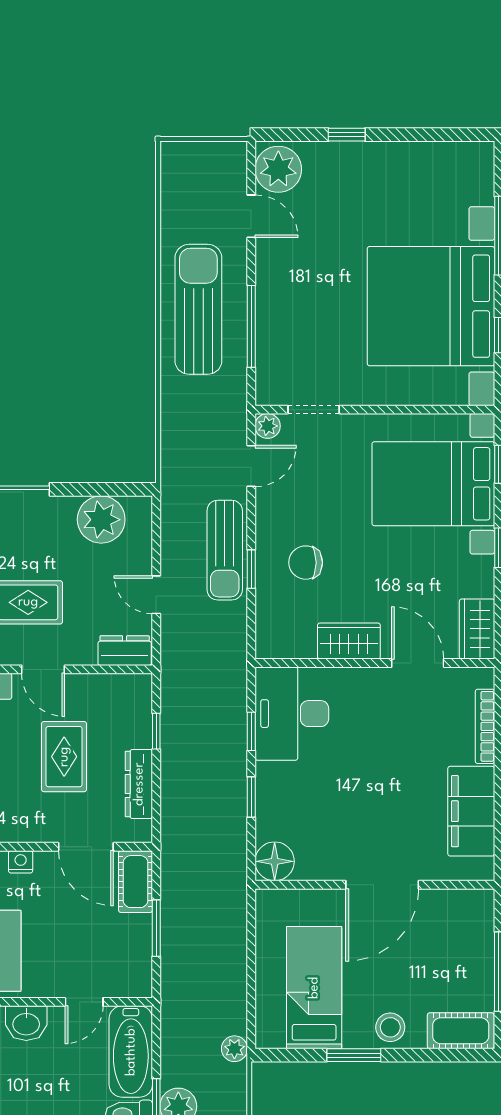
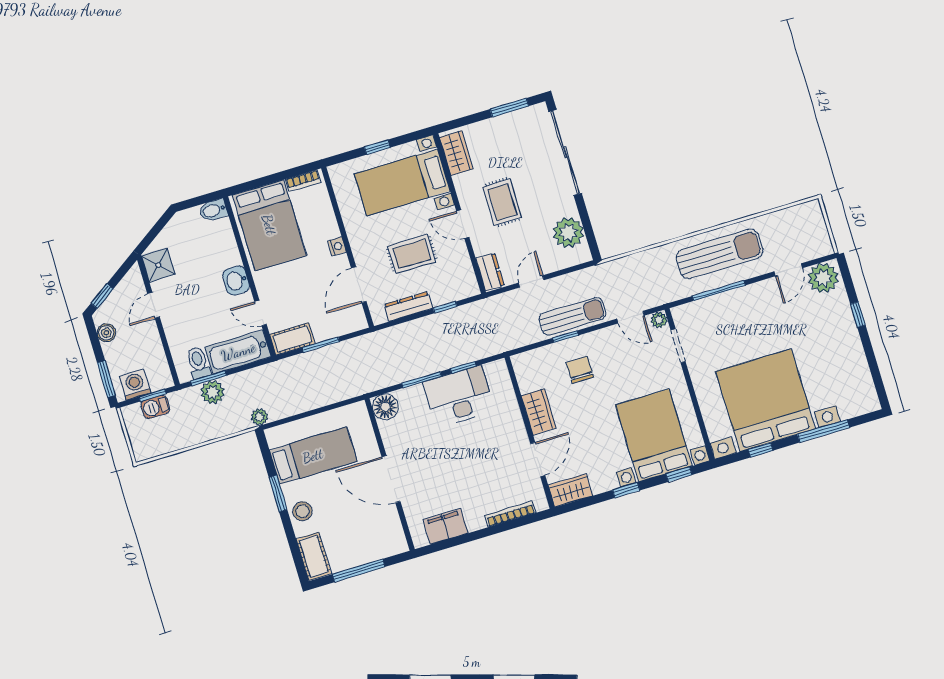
sun lounger: (225, 550) -> (572, 316), turned 180
door: (43, 669) -> (463, 224), hinge flipped
desk: (292, 714) -> (459, 397), moved
window: (251, 797) -> (422, 380), width x1.50
filing cabinet: (471, 811) -> (445, 526), width x0.67, depth x0.86
cot: (136, 882) -> (292, 339), moved

